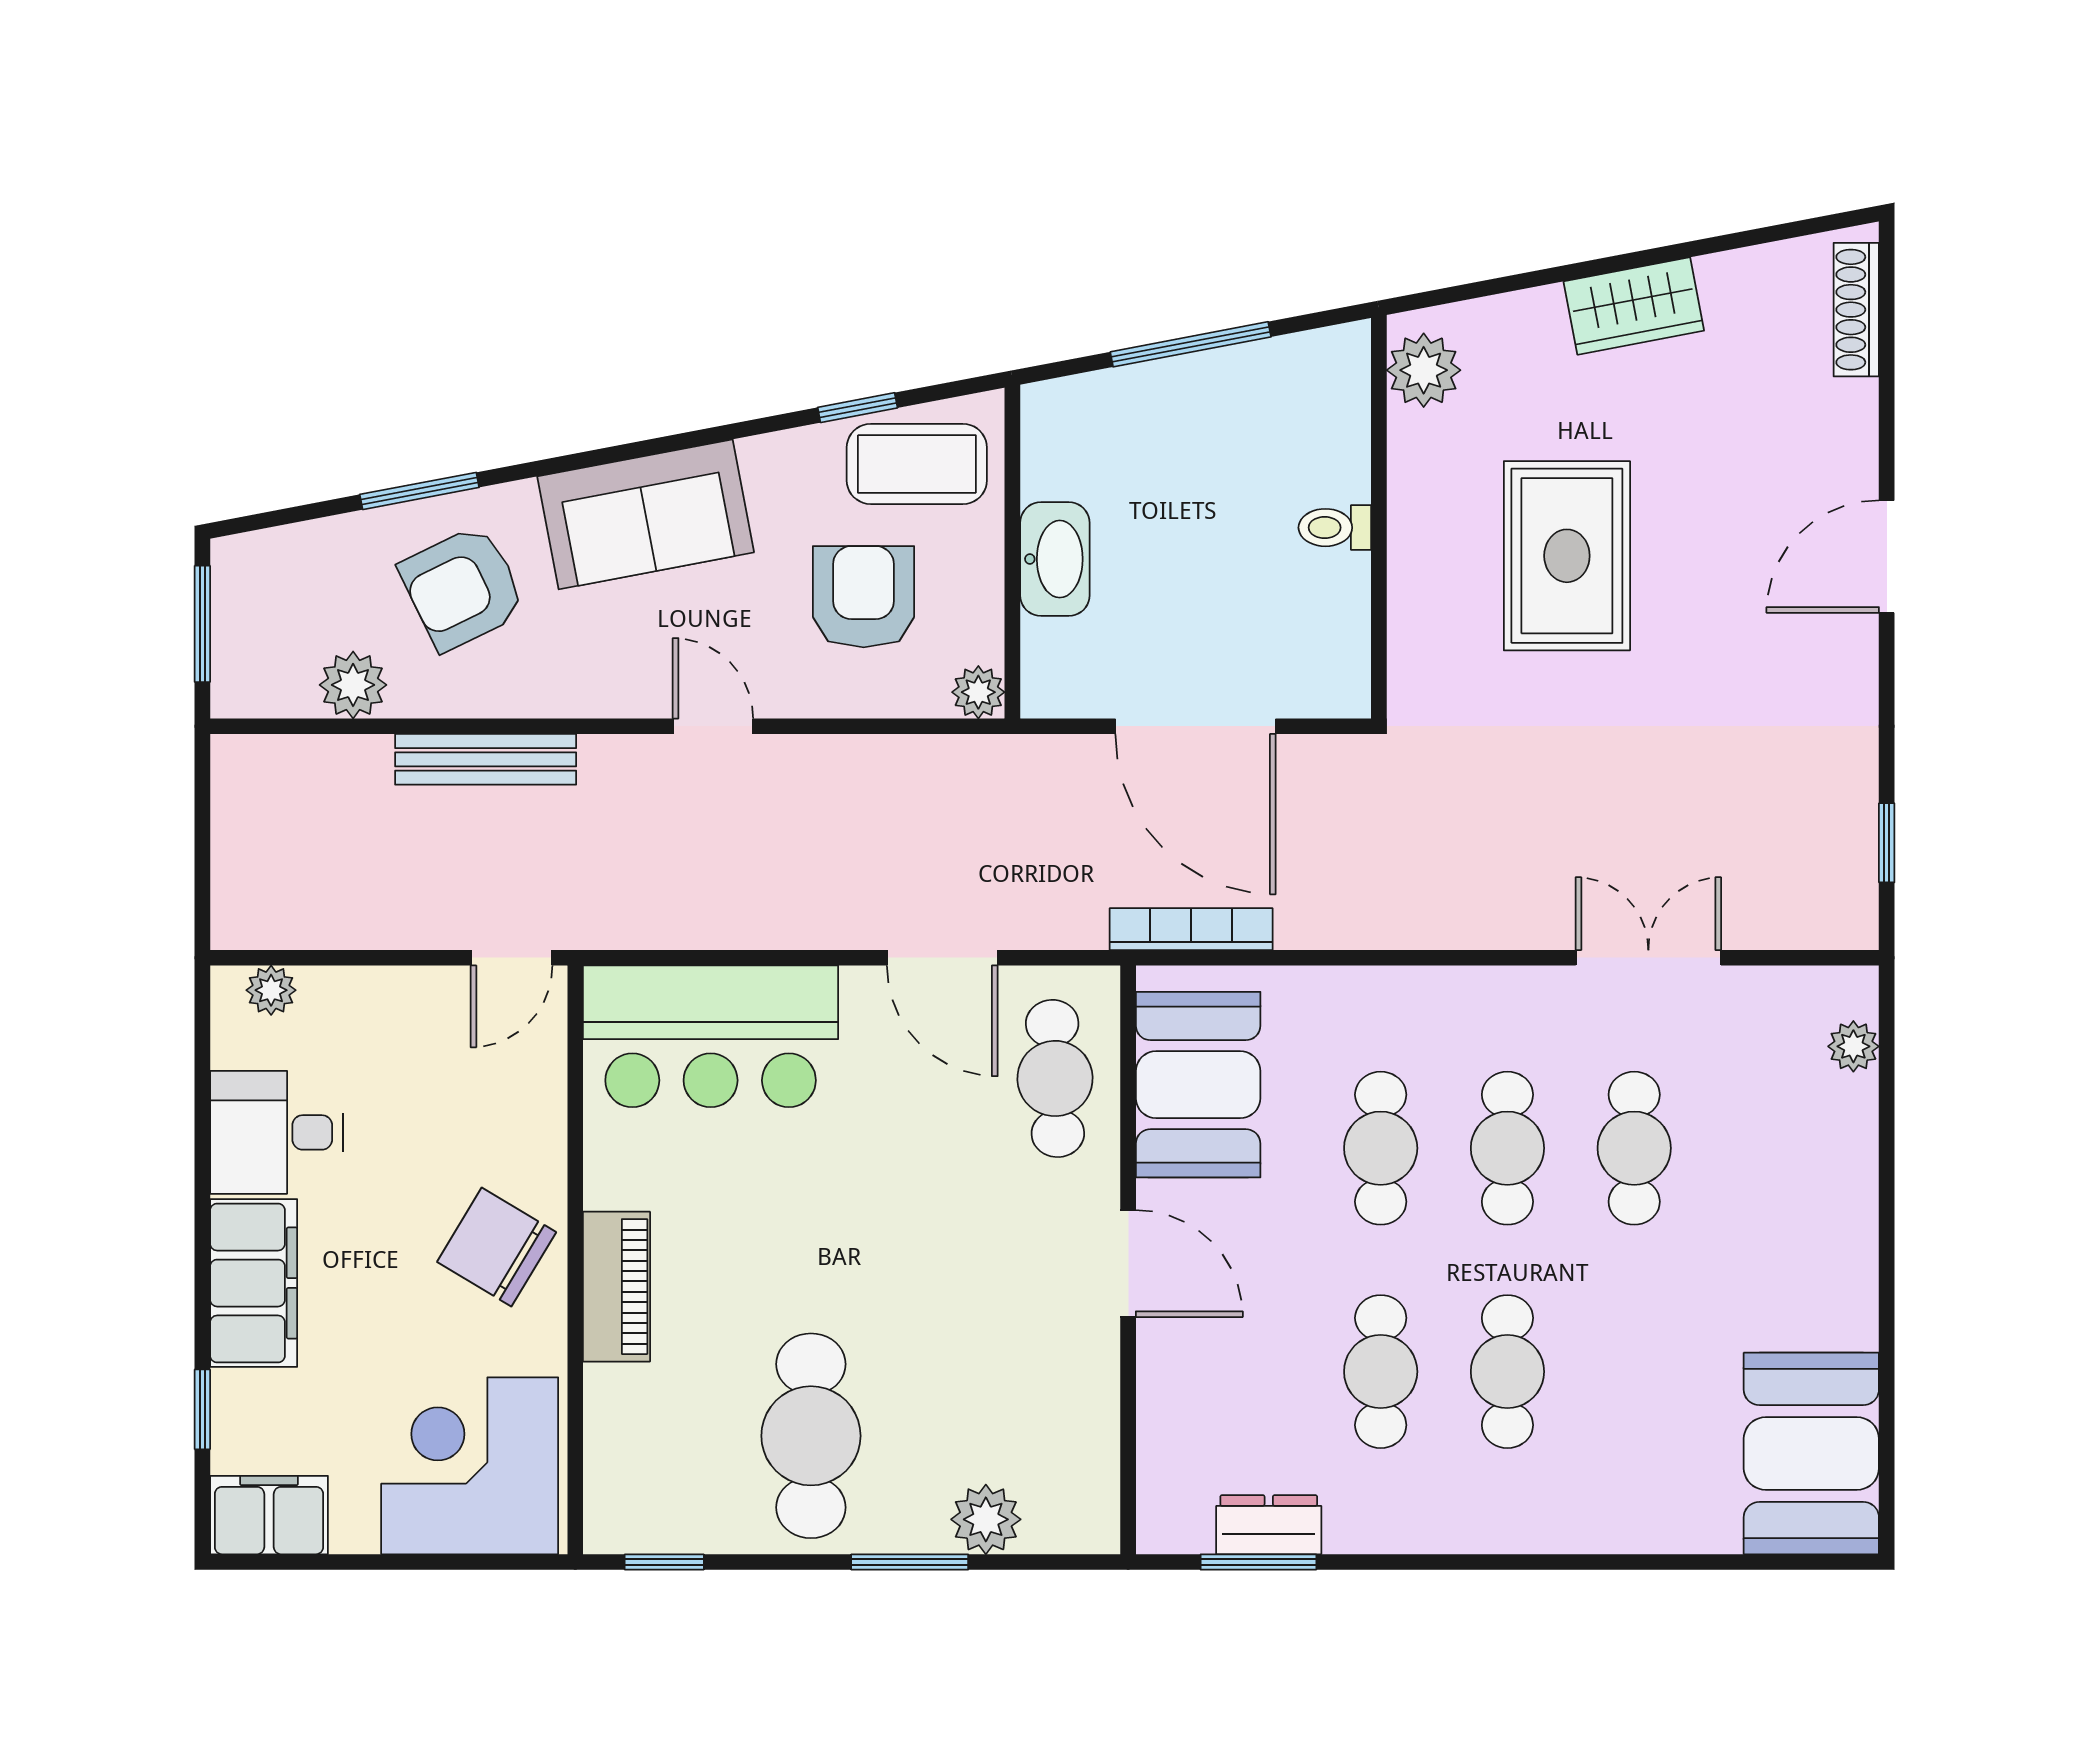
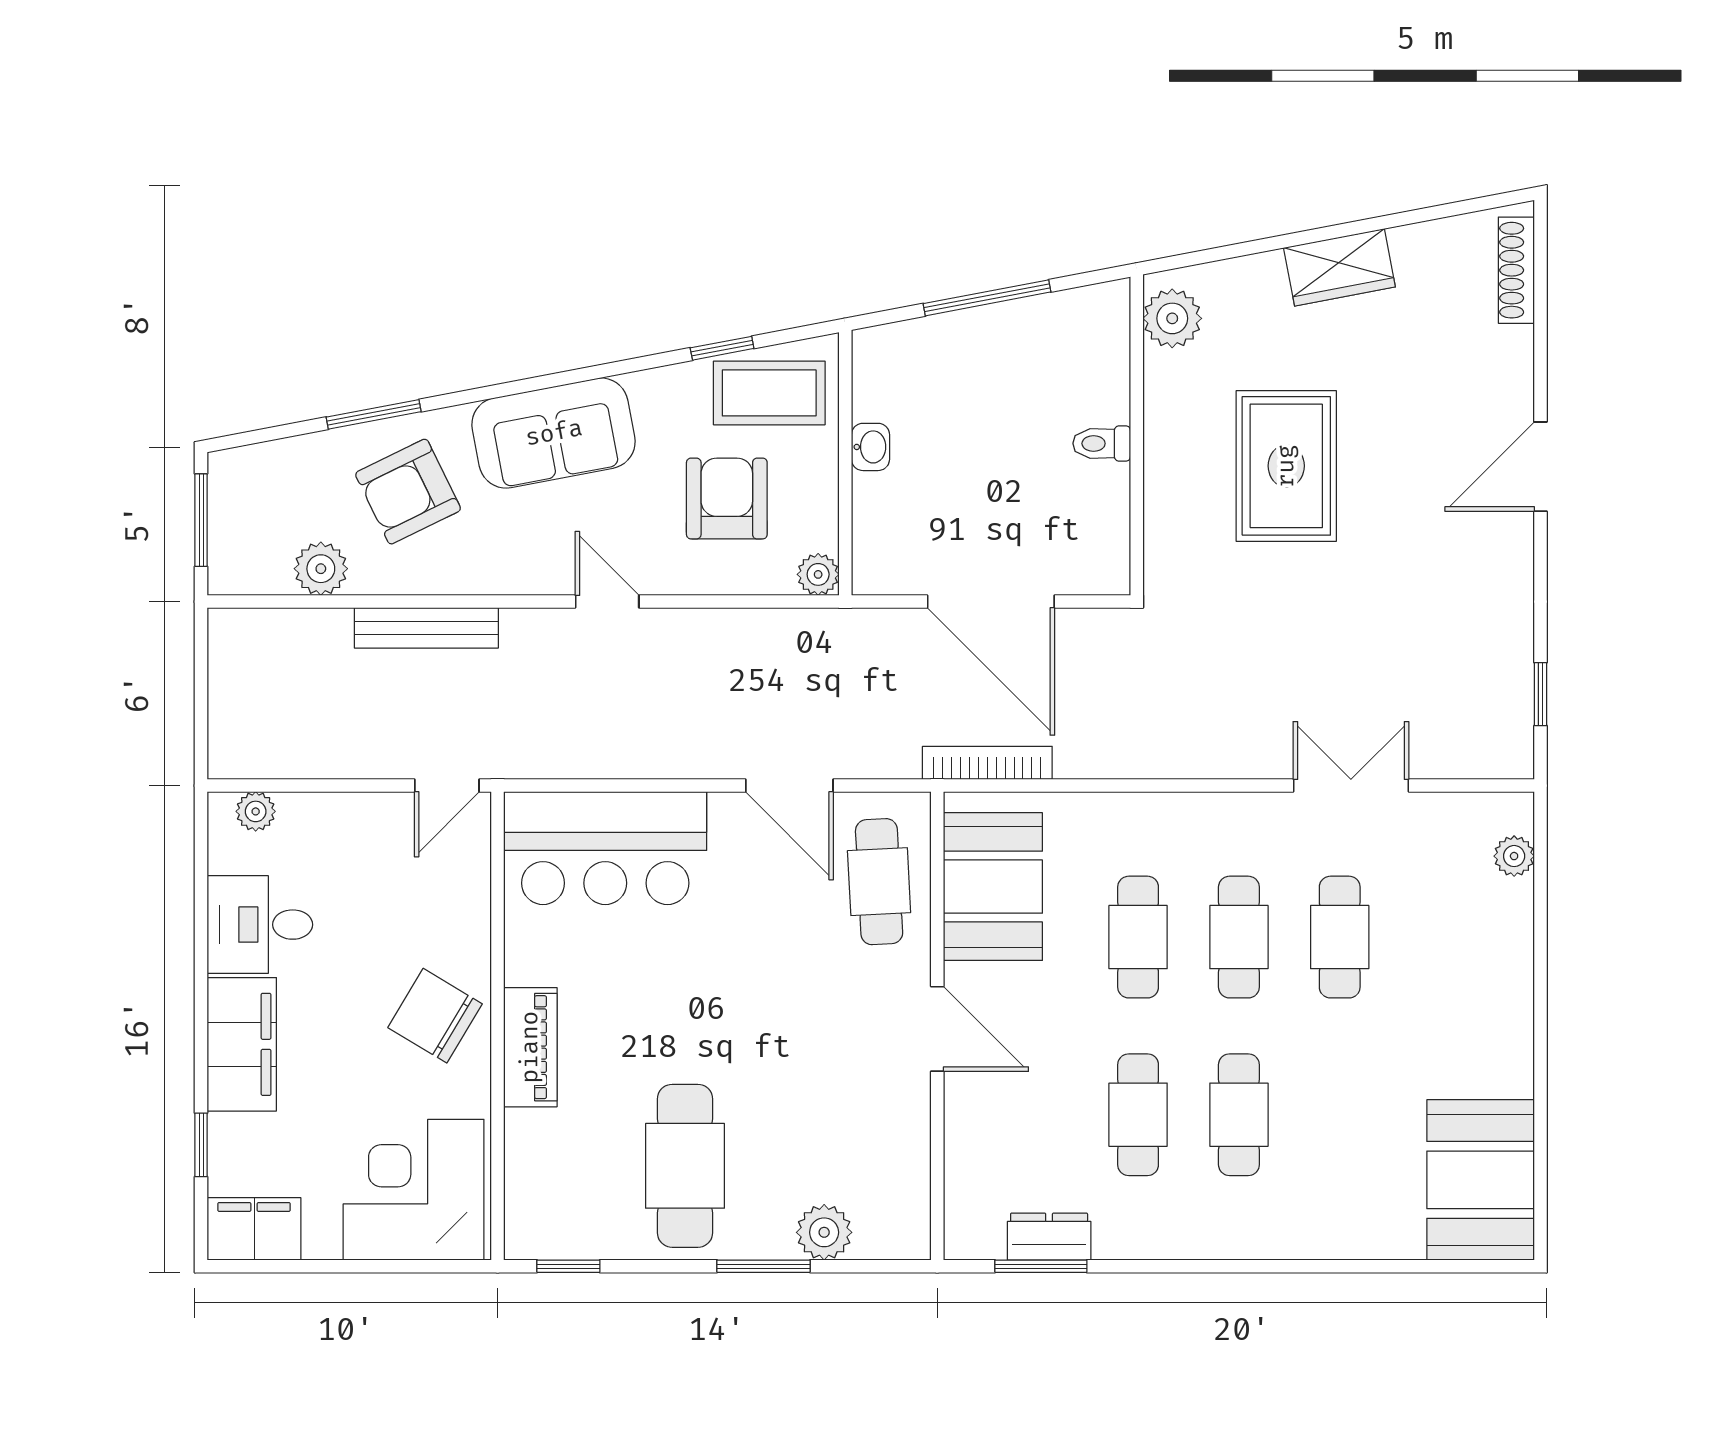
washbasin: (1055, 559) -> (870, 447), width x0.52, depth x0.69

